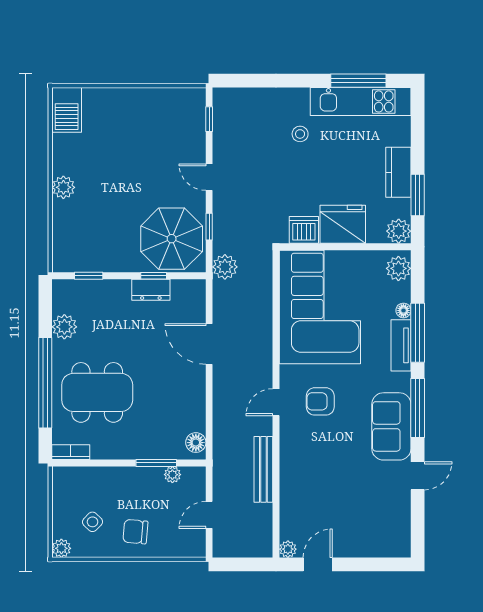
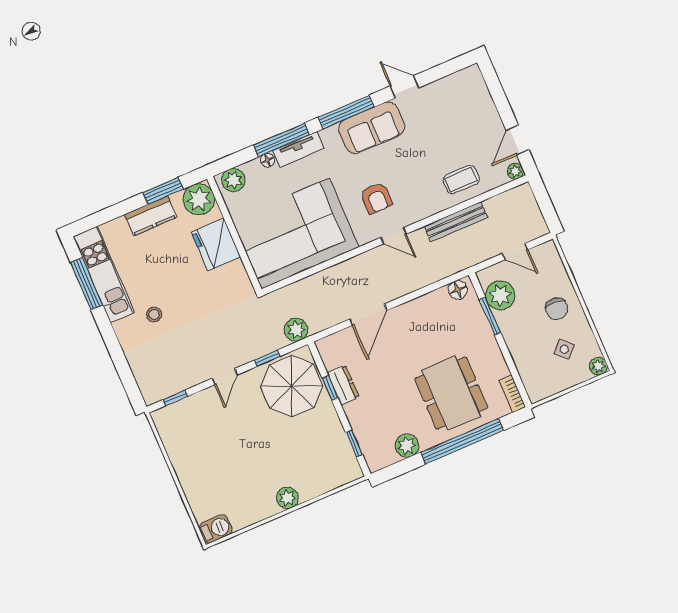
barbecue: (67, 110) -> (216, 529), width x0.73, depth x0.79
dishwasher: (304, 230) -> (235, 276), removed
plant: (399, 231) -> (199, 199), width x1.36, depth x1.36
plant: (172, 475) -> (500, 295), width x1.88, depth x1.88
coffee table: (303, 492) -> (461, 180), added
door: (318, 564) -> (517, 140), hinge flipped

